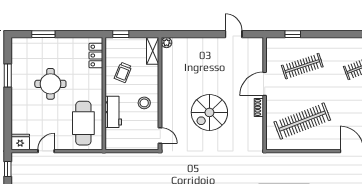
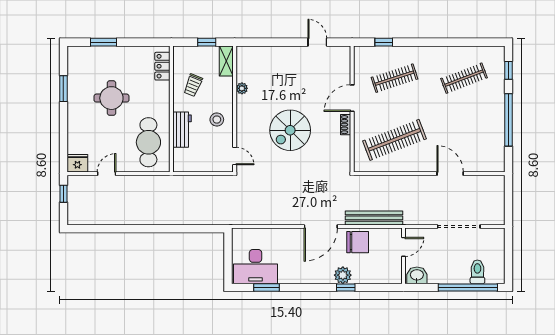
window: (121, 34) -> (207, 42), moved
plant: (167, 43) -> (242, 88), moved

